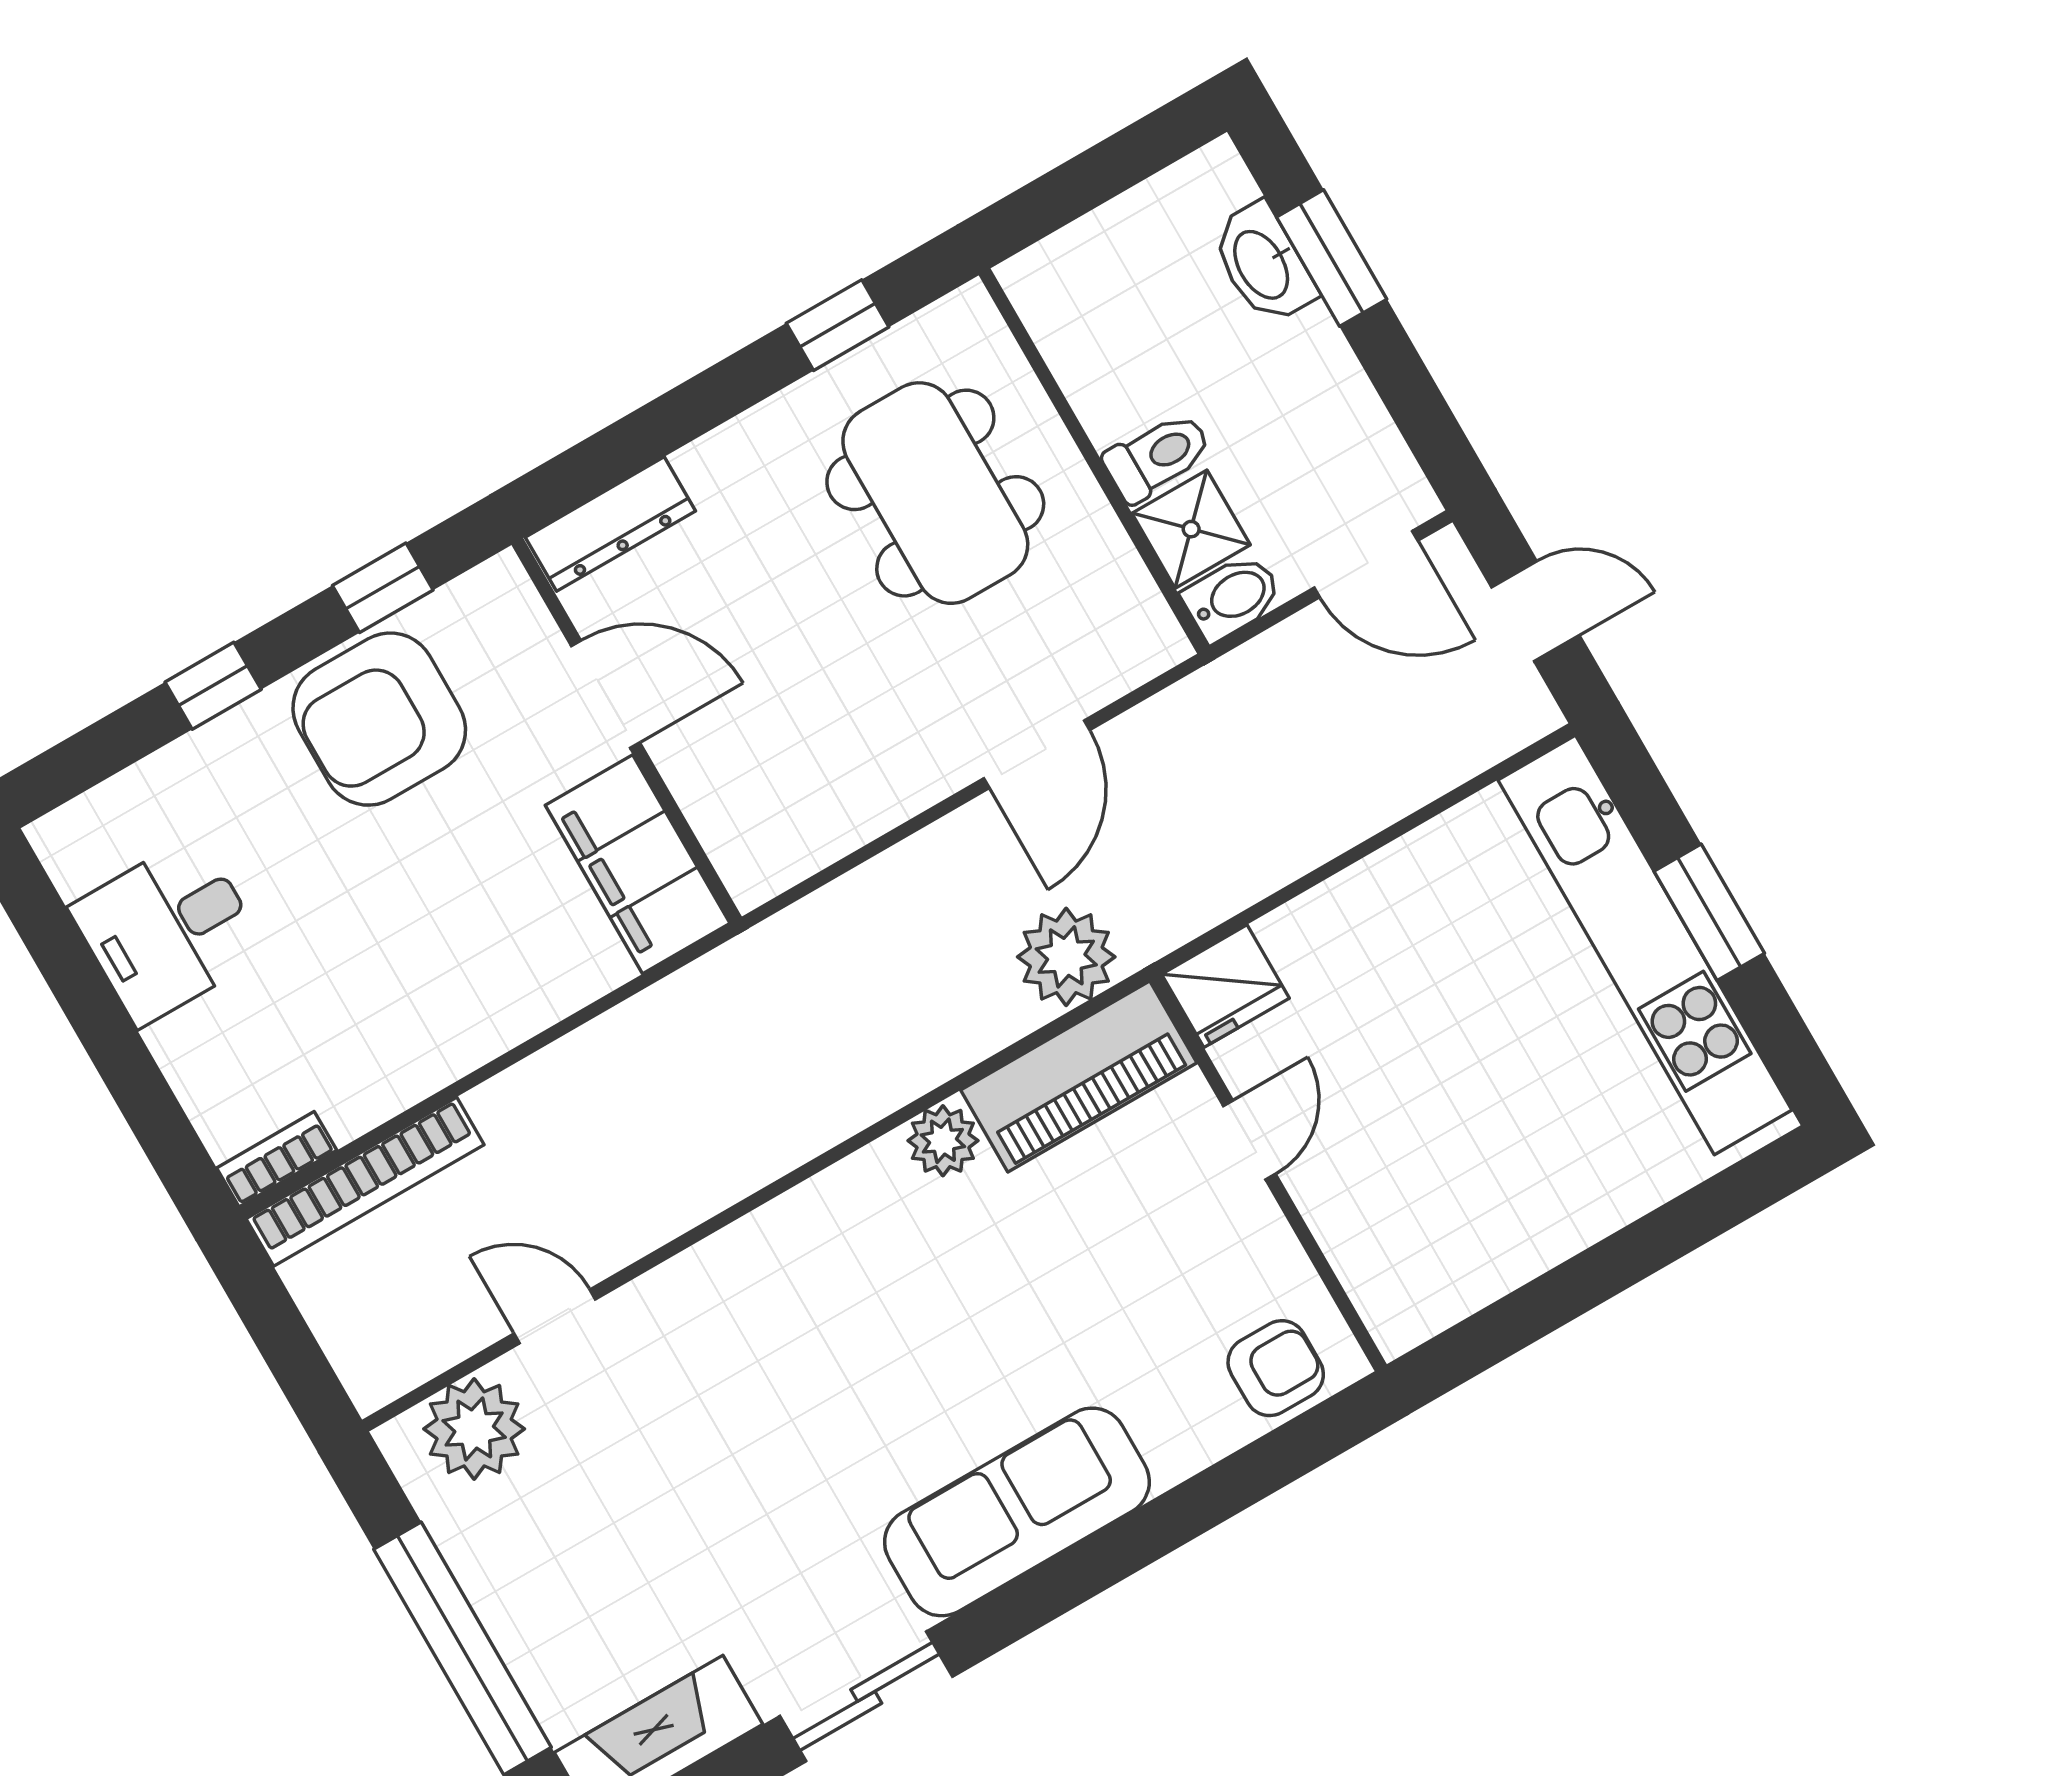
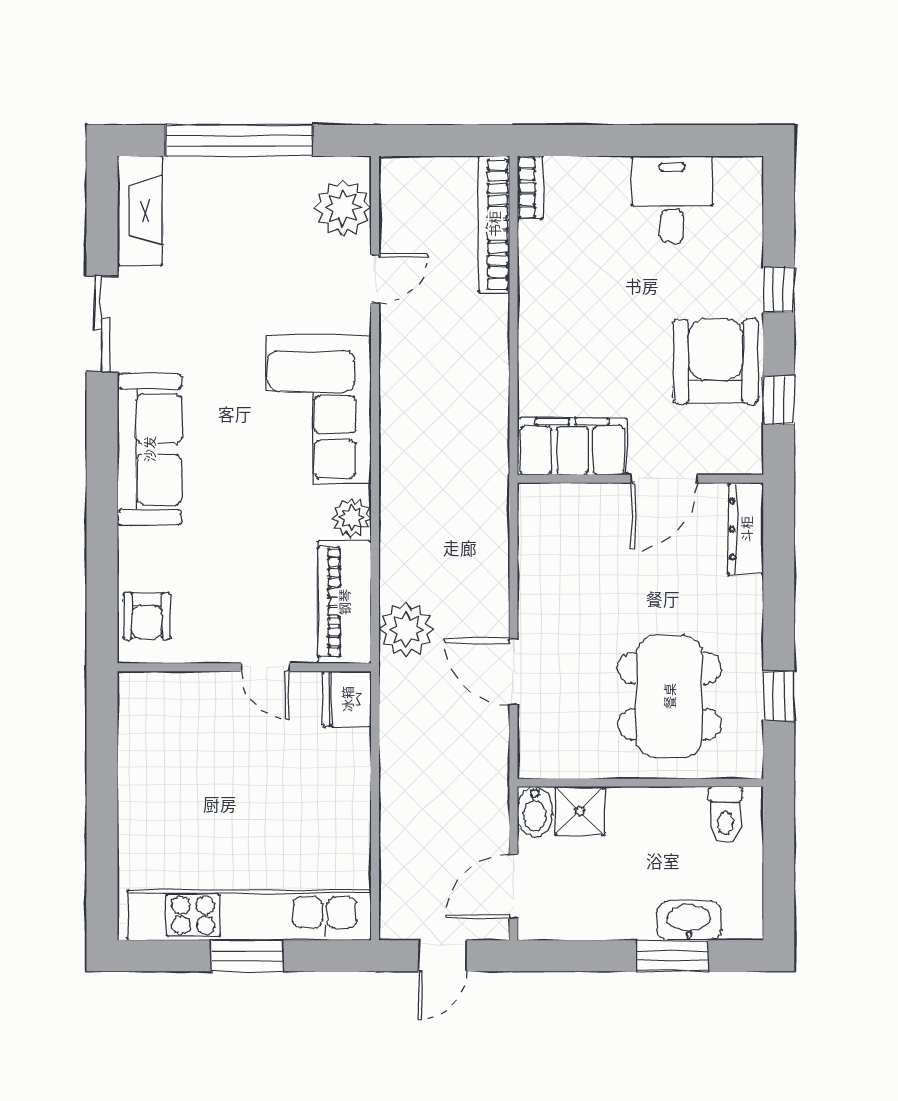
toilet: (1158, 457) -> (725, 815), moved
dining table: (935, 493) -> (669, 696), turned 90
corner sofa: (806, 1287) -> (318, 410), added

